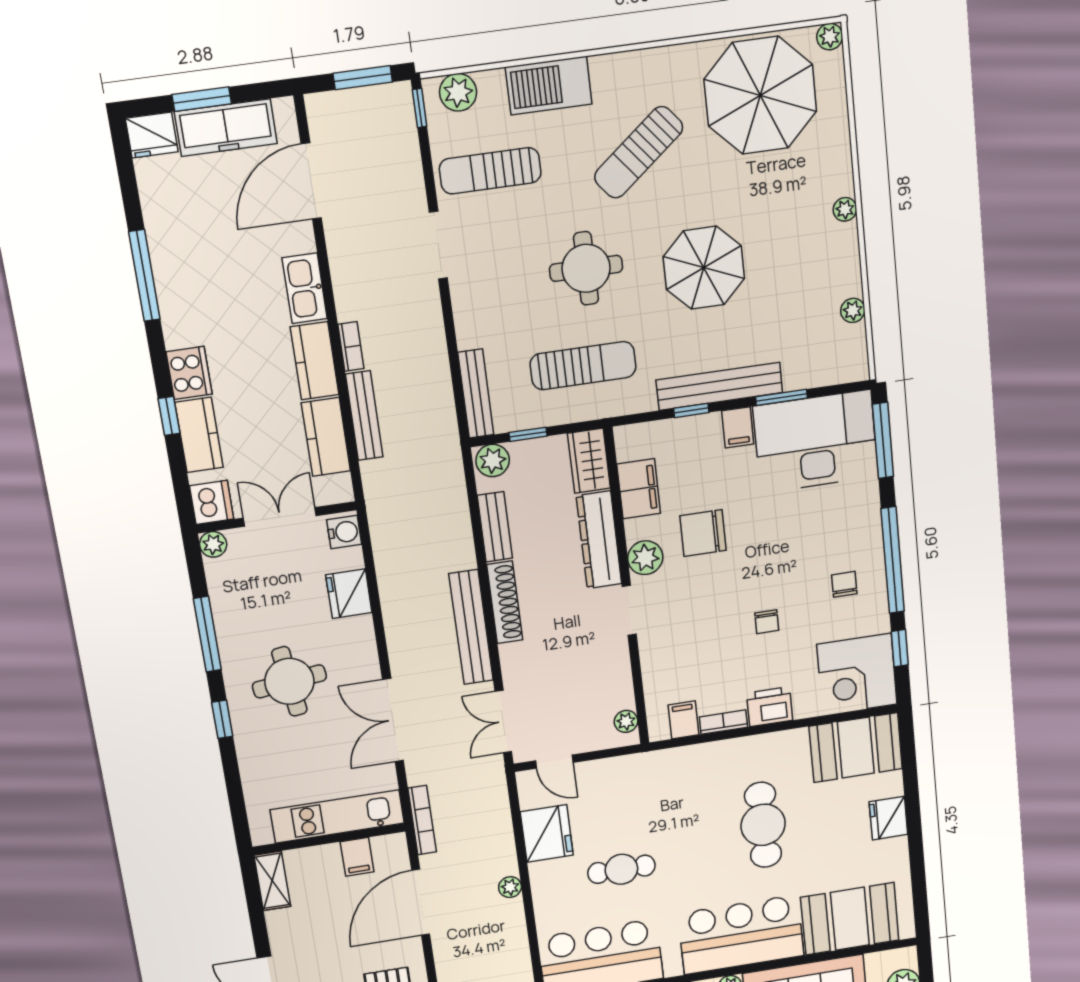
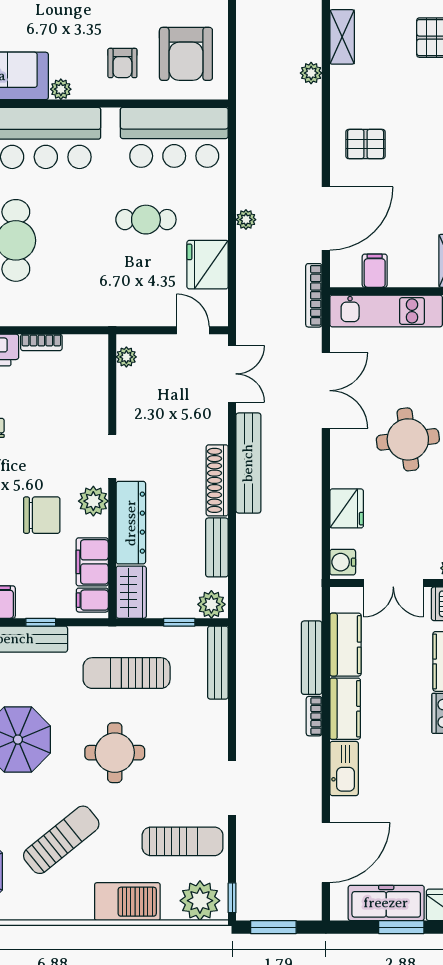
plant: (458, 92) -> (200, 901), width x1.36, depth x1.36
filing cabinet: (684, 720) -> (92, 600), moved, turned 90

